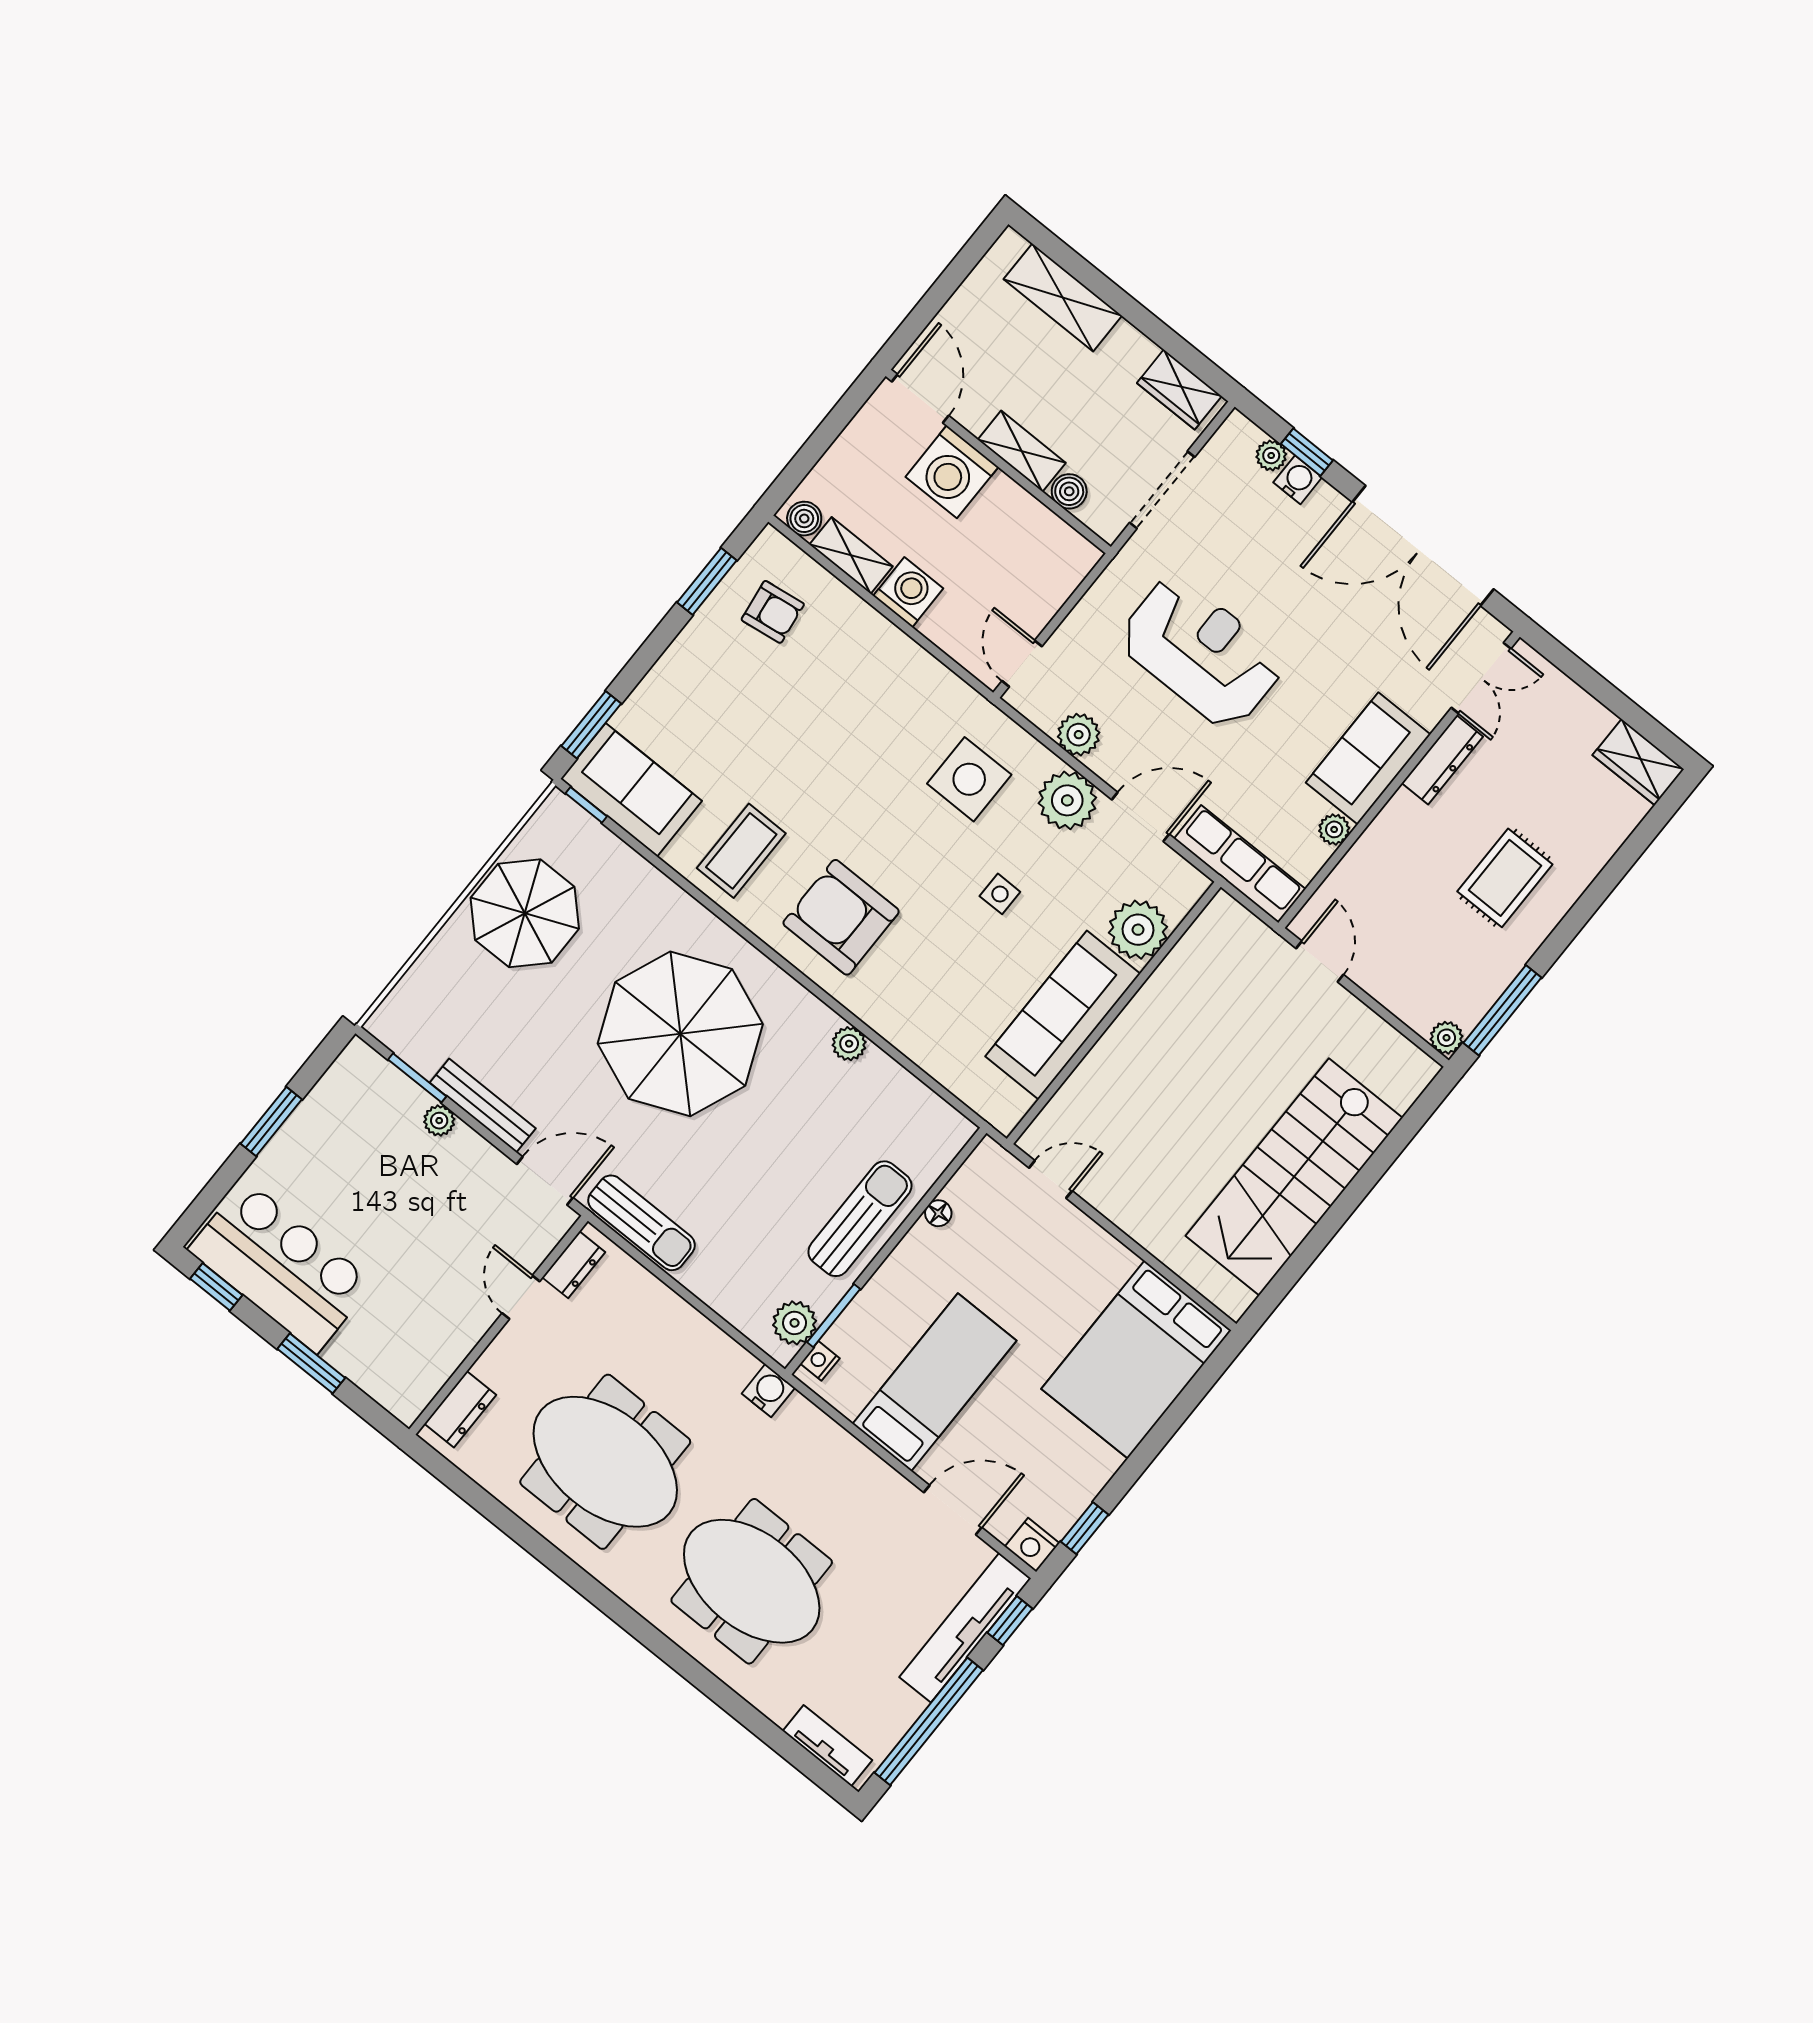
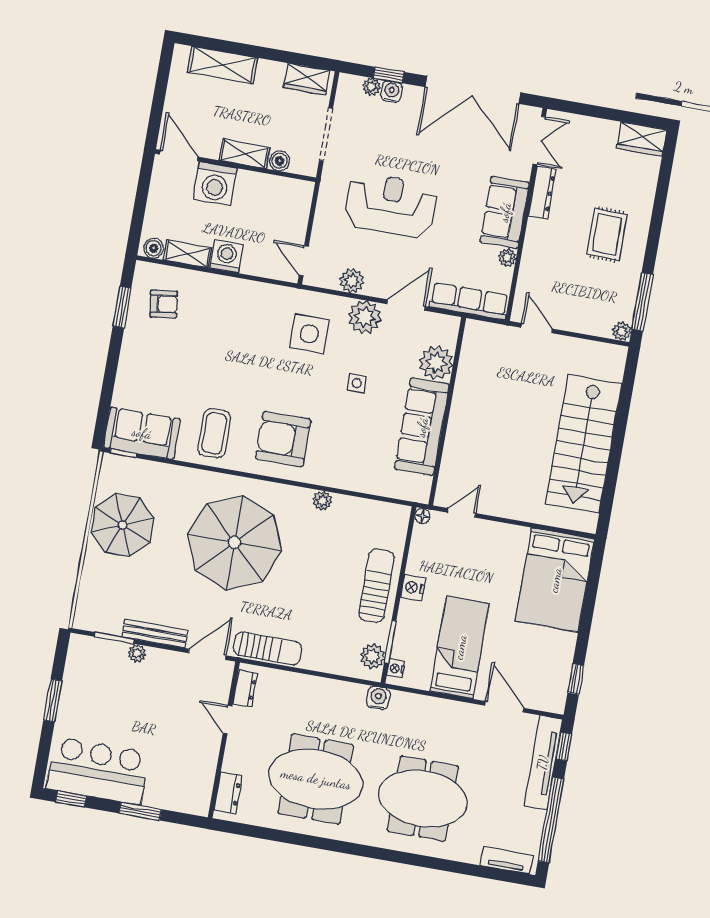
window: (591, 725) -> (104, 411), removed
floor lamp: (938, 1213) -> (422, 516), moved
door: (953, 1510) -> (504, 707), hinge flipped
nightstand: (1032, 1545) -> (413, 587), moved, turned 90

